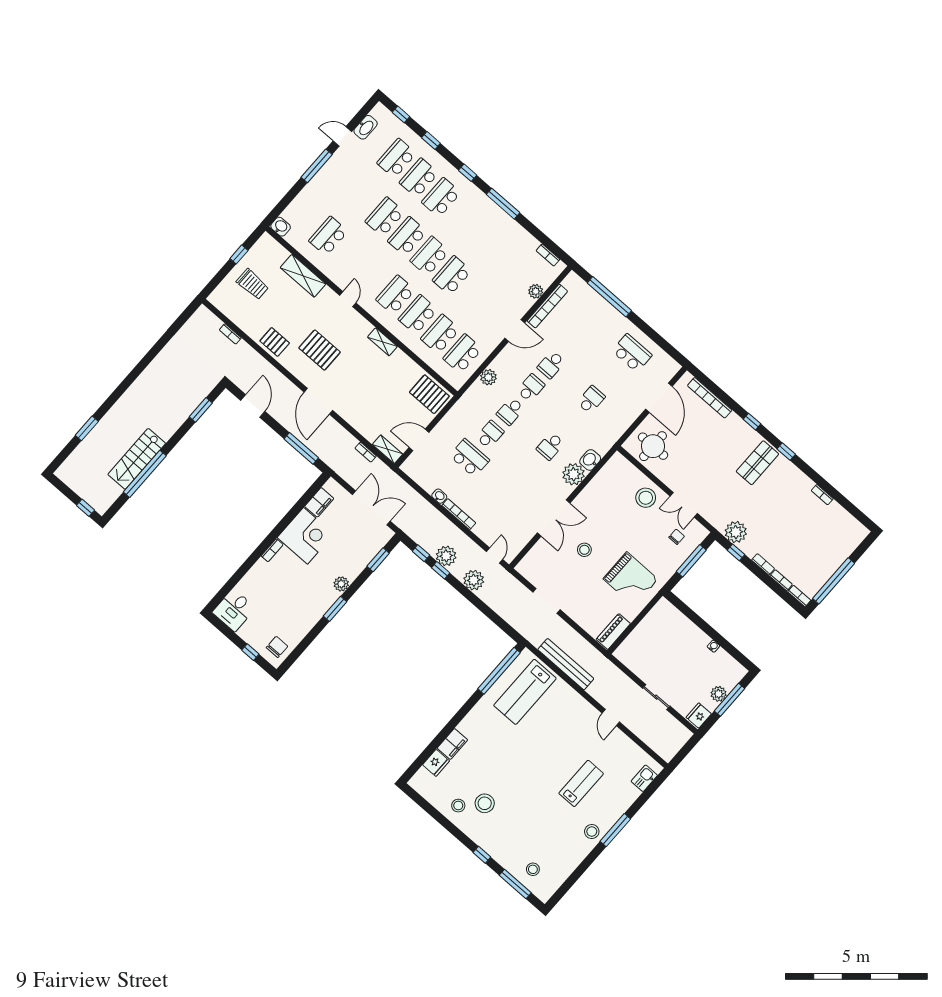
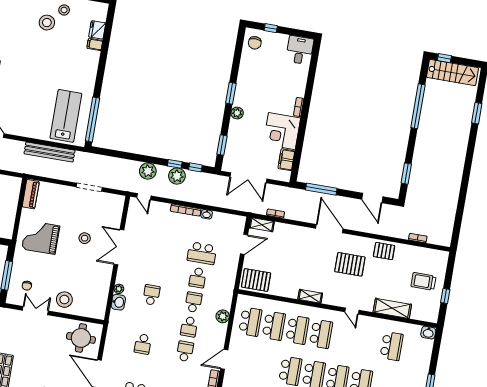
stairs: (137, 459) -> (452, 73), moved, turned 90
plant: (574, 474) -> (119, 289), width x0.53, depth x0.53
filing cabinet: (452, 744) -> (95, 44), width x0.50

